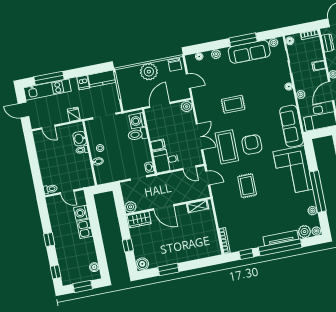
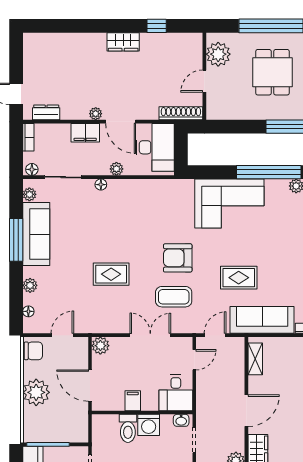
filing cabinet: (319, 66) -> (85, 133), width x2.00
rug: (233, 104) -> (111, 274), turned 90
washing machine: (137, 121) -> (149, 425), moved
sofa: (291, 126) -> (262, 320), moved, turned 180
filing cabinet: (158, 145) -> (133, 401), moved
coffee table: (227, 147) -> (174, 297), width x0.73, depth x0.76

